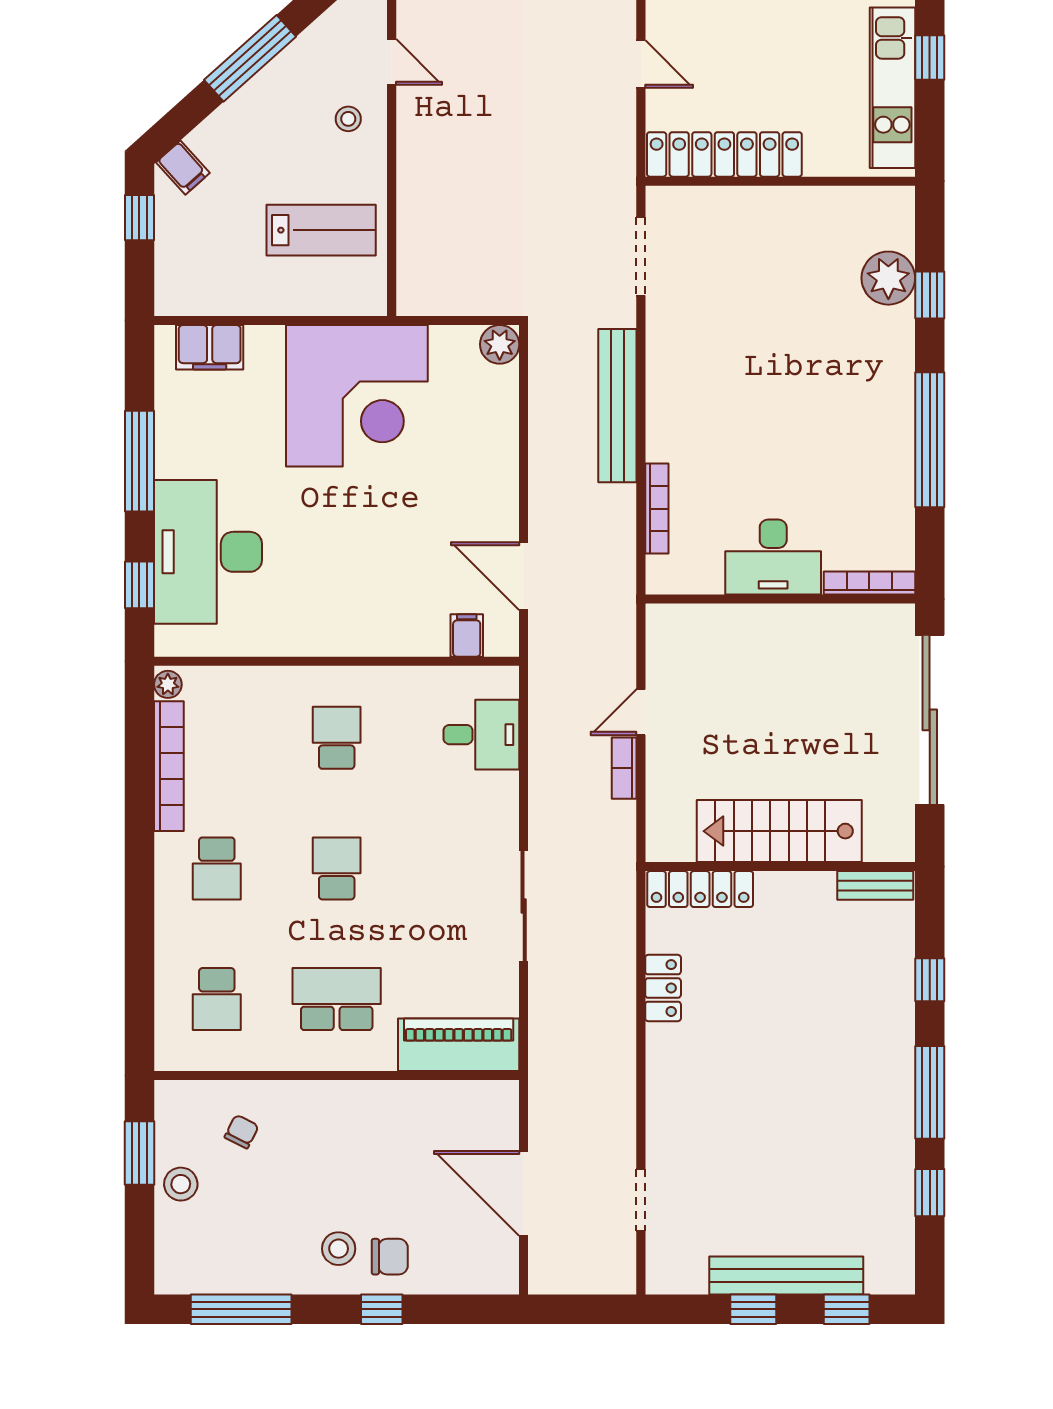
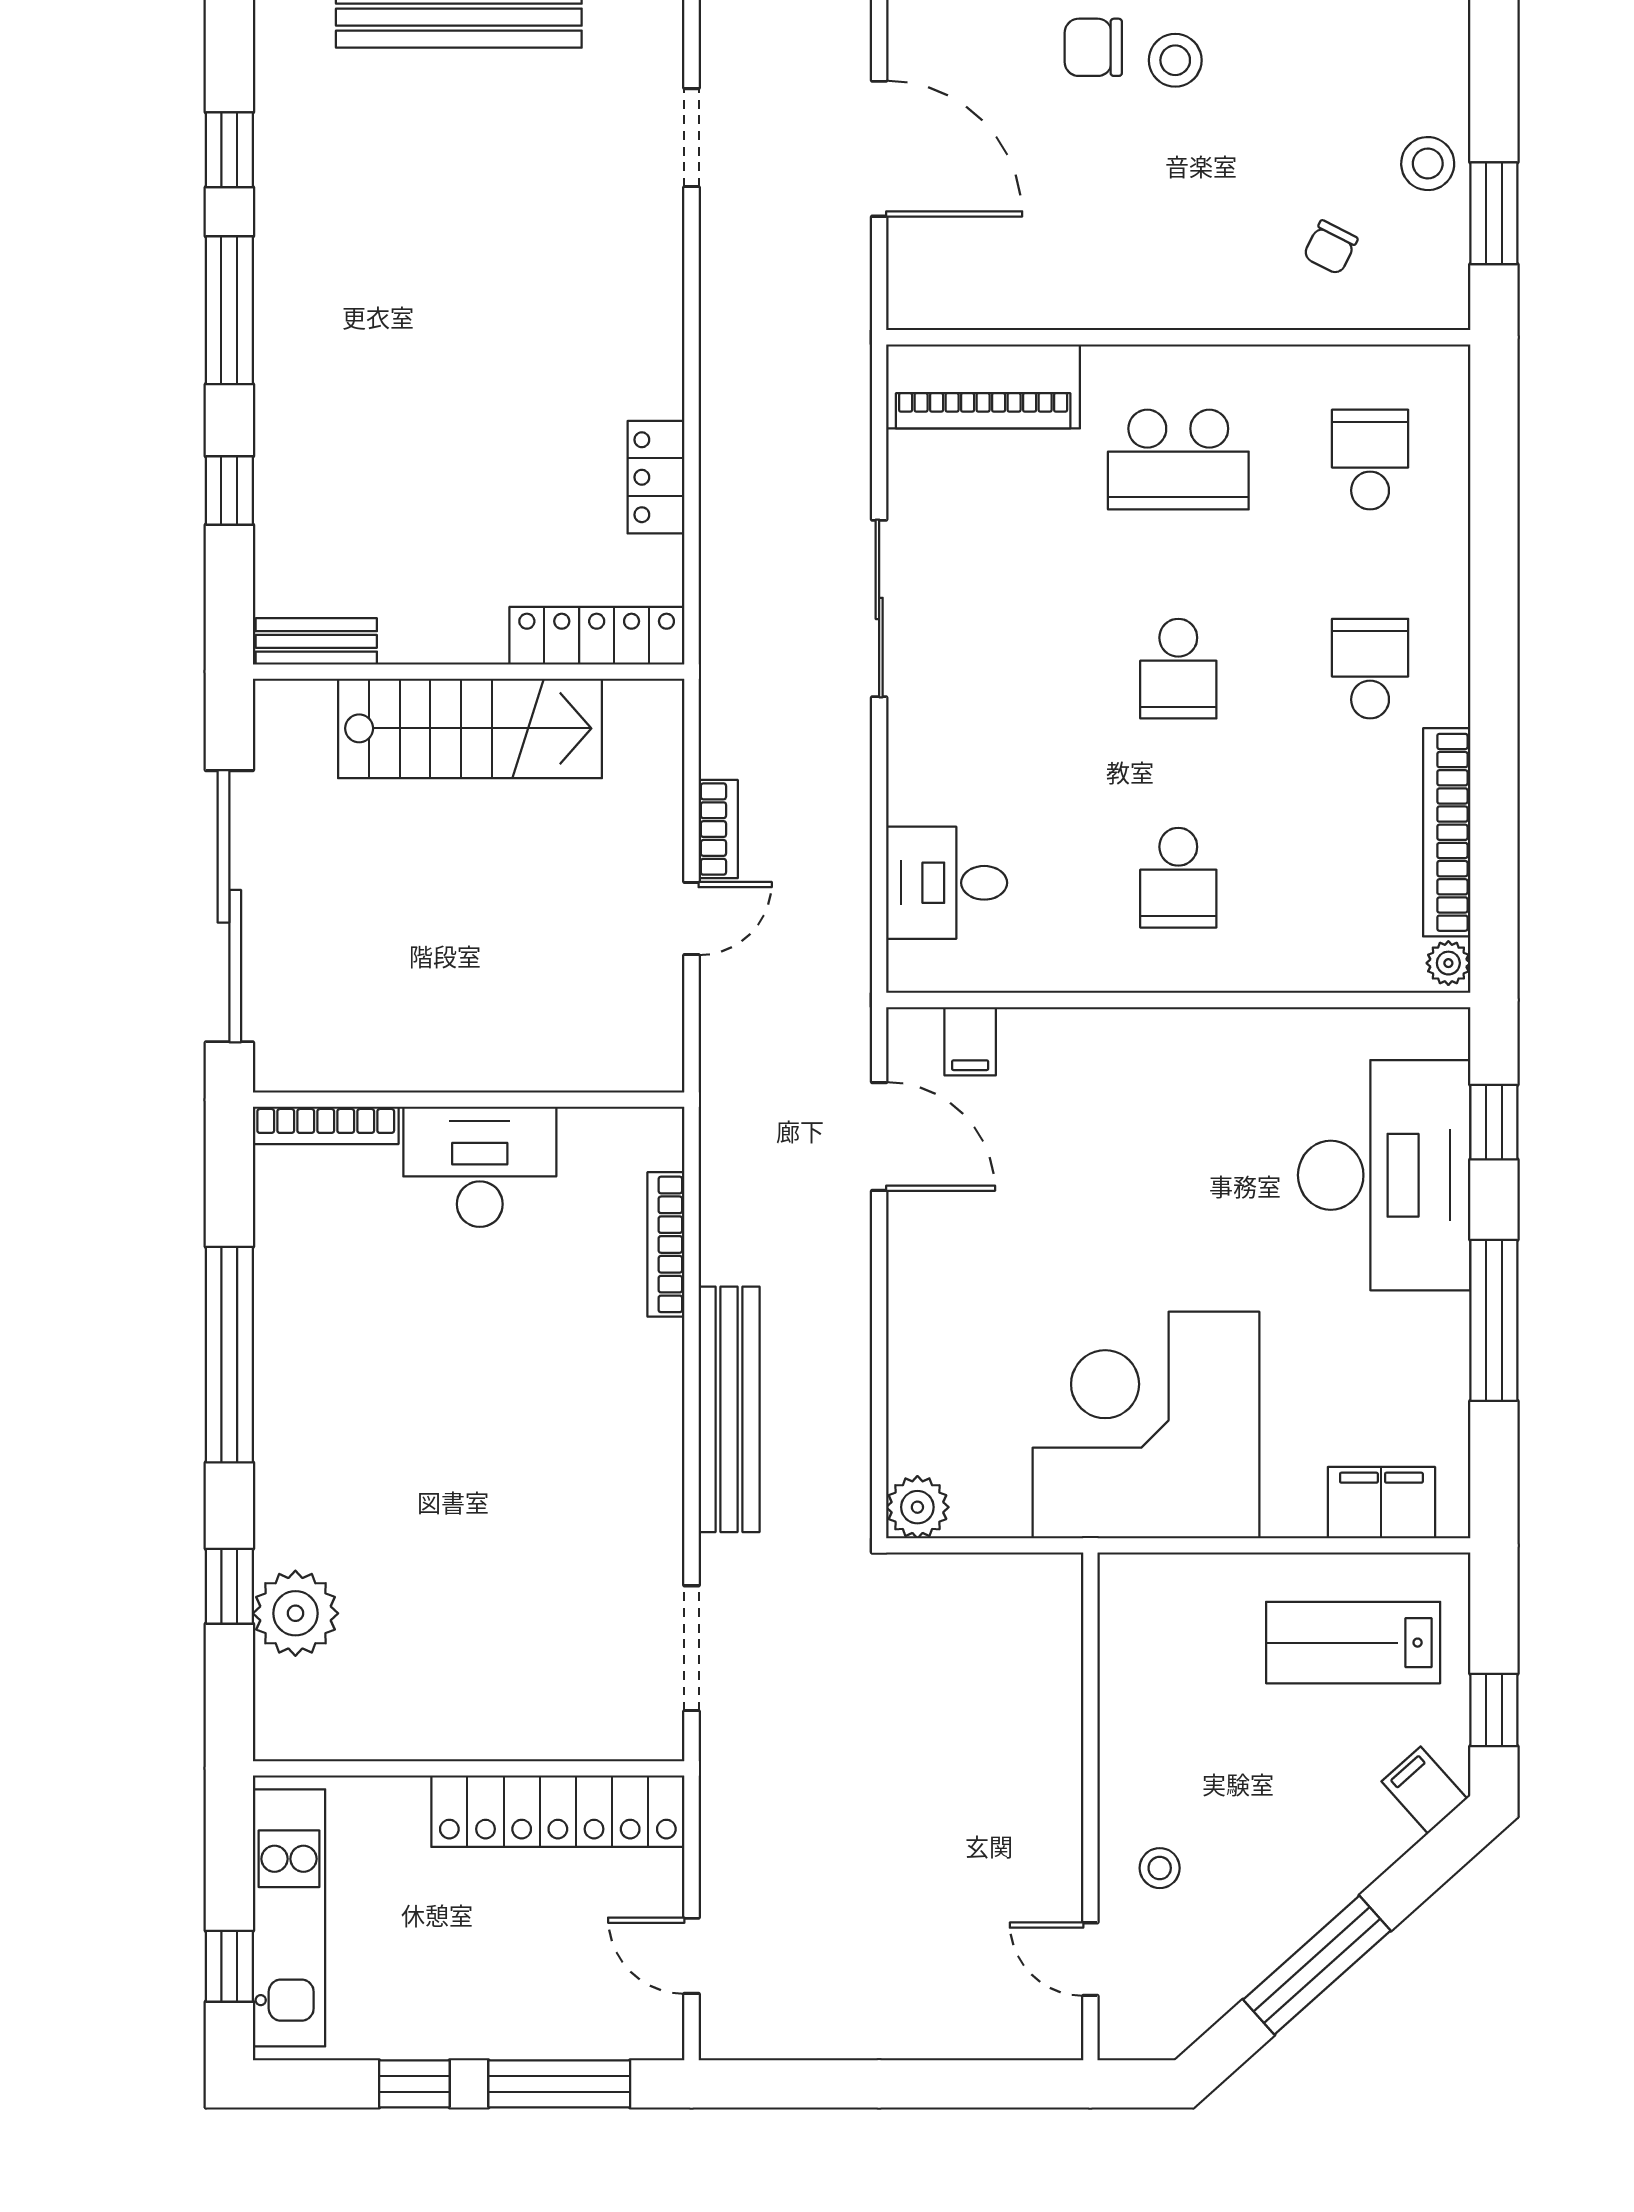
lab bench: (321, 230) -> (1353, 1643), moved

